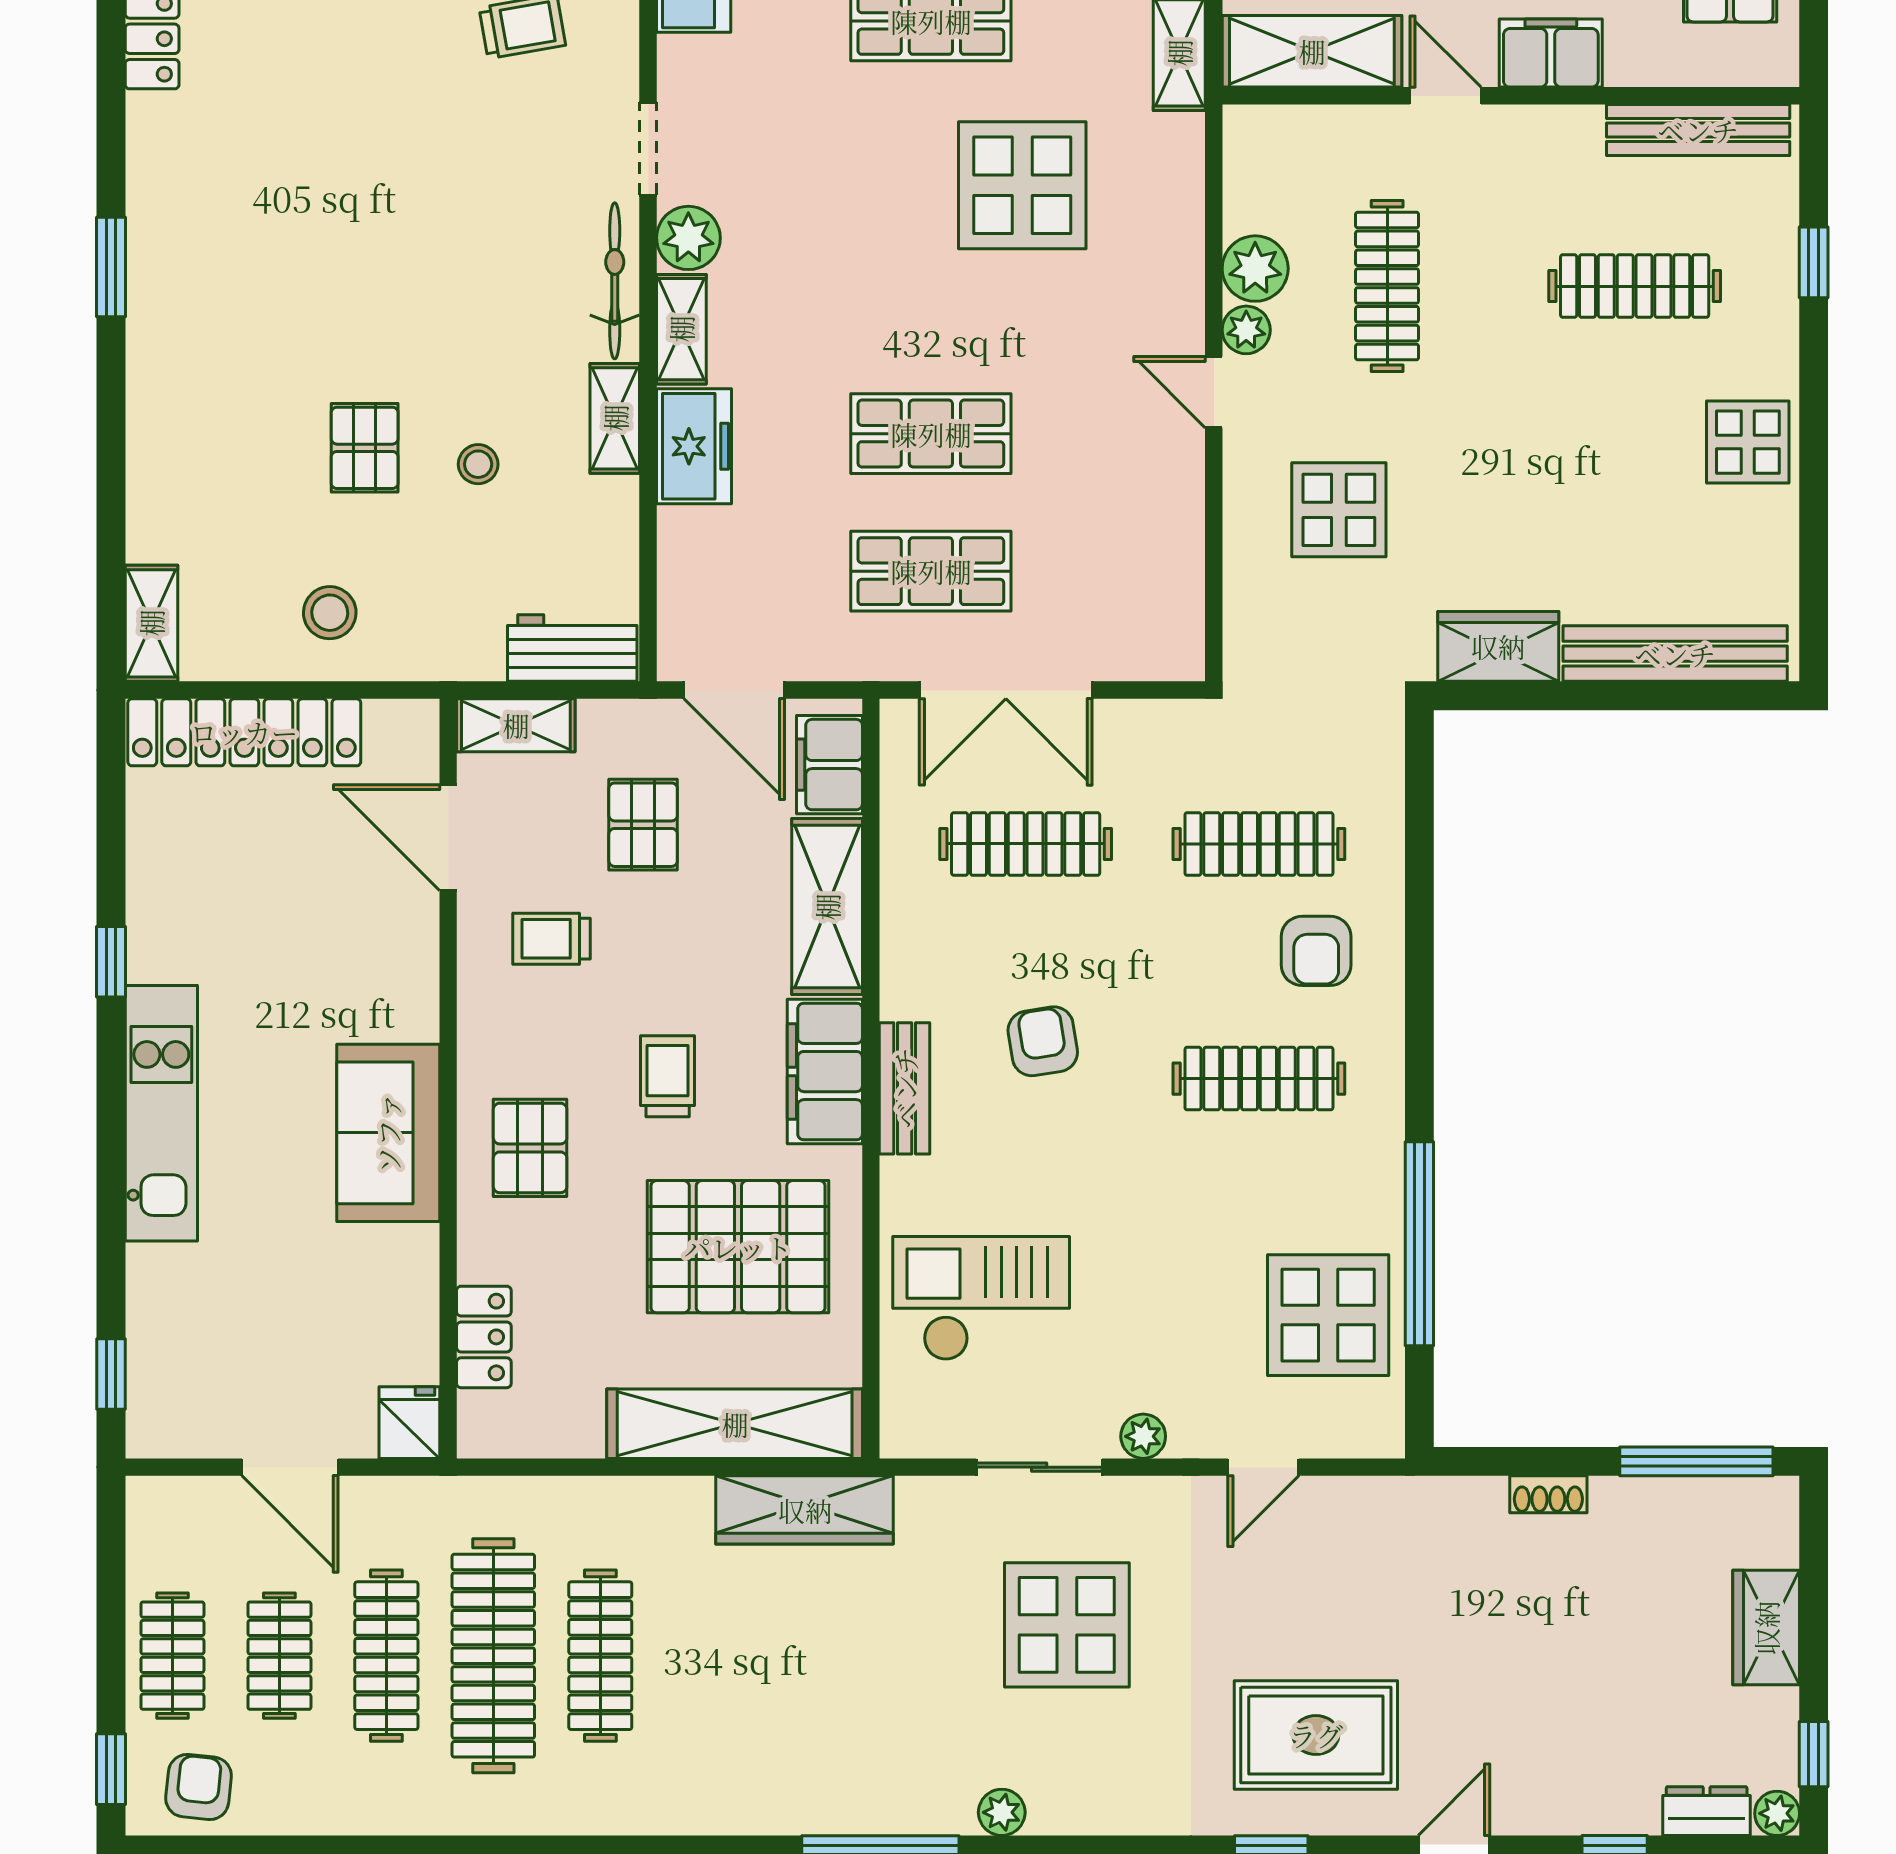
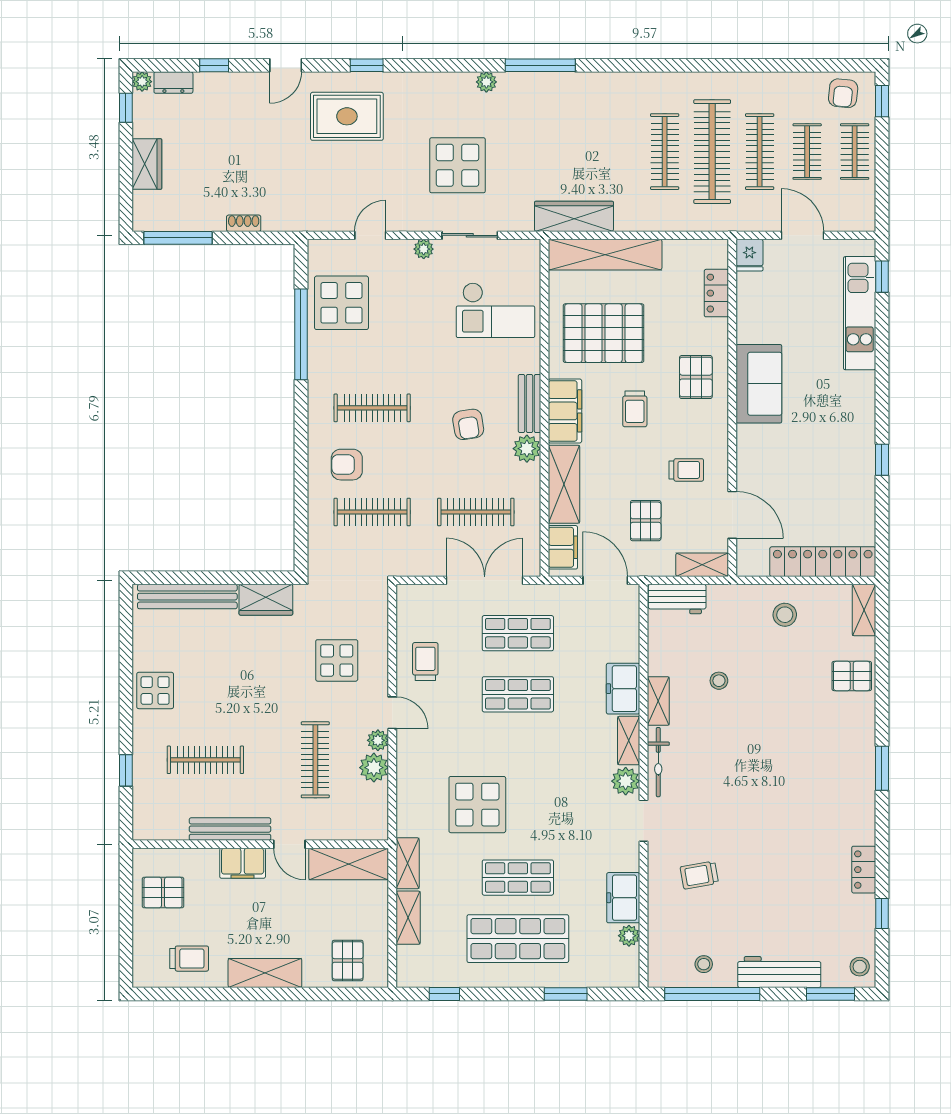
bench: (1698, 130) -> (230, 829), moved
pallet: (365, 448) -> (852, 676), moved, turned 90
trolley: (1139, 507) -> (425, 661), added
armchair: (1316, 951) -> (347, 465), turned -90
plant: (911, 987) -> (527, 449), added
kitchen unit: (161, 1113) -> (860, 313), moved

